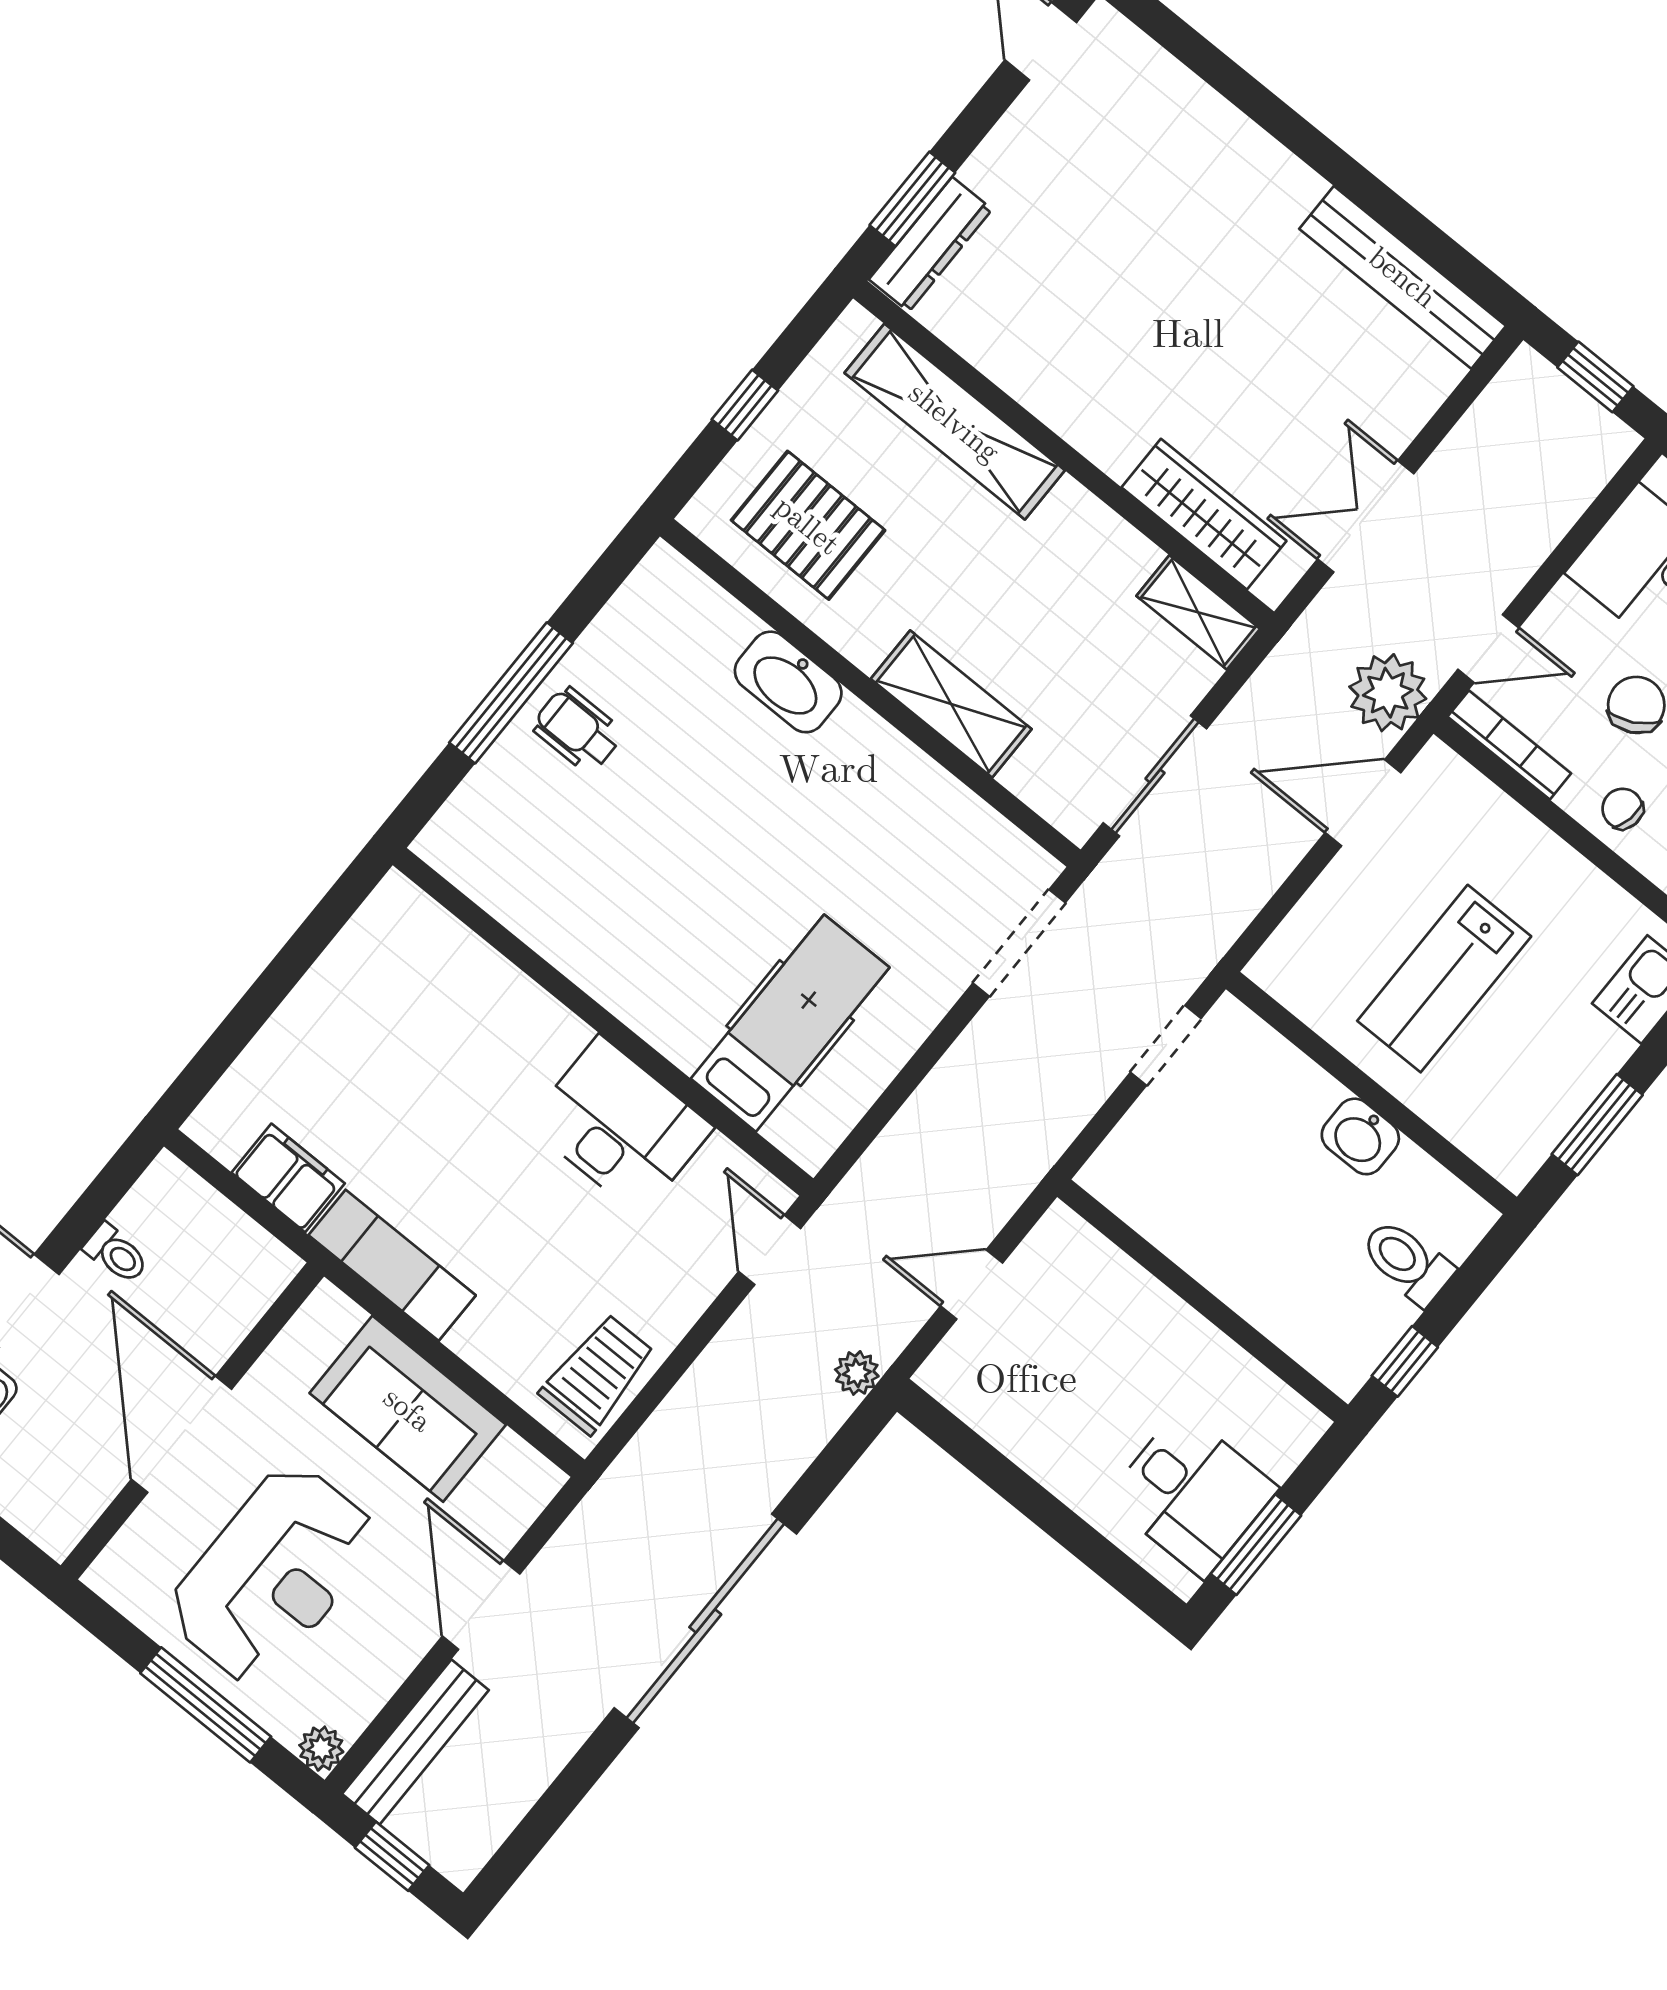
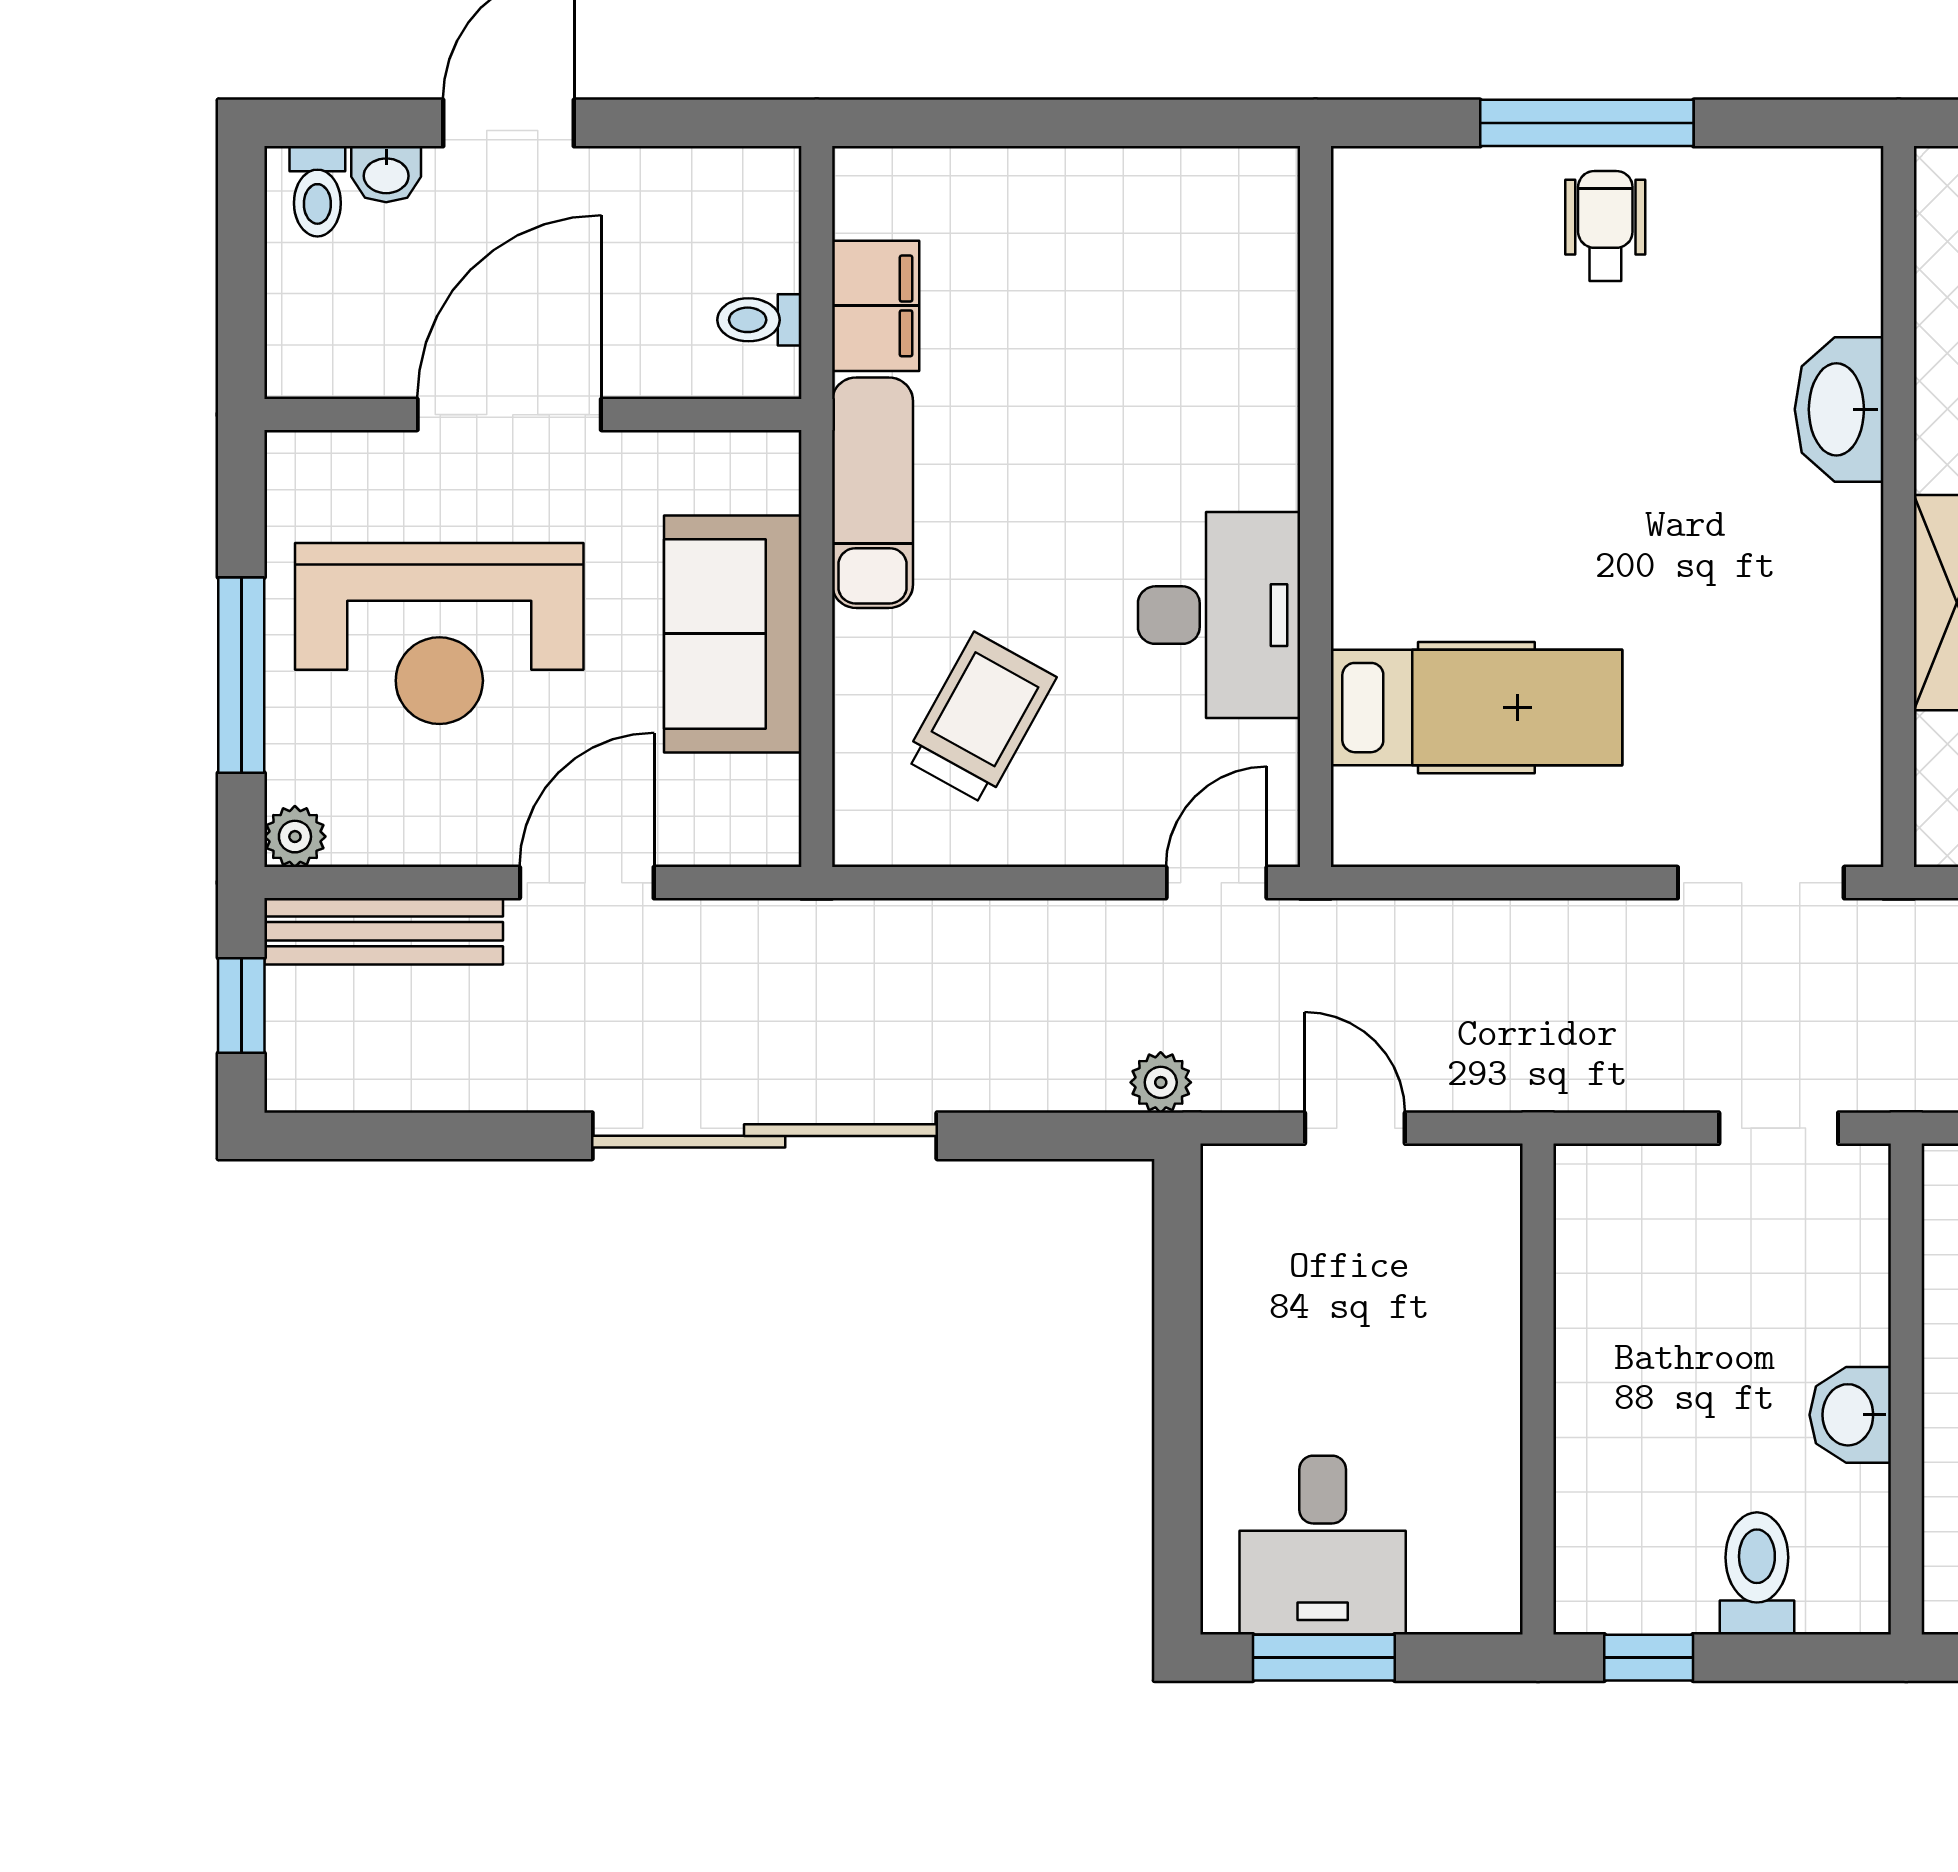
toilet: (116, 1254) -> (759, 320), moved, turned 90
trolley: (597, 1374) -> (980, 718), moved, turned -61

